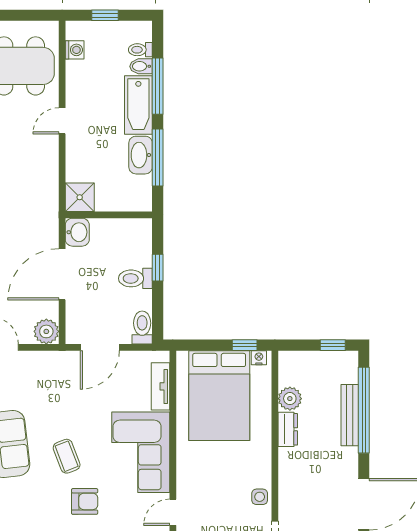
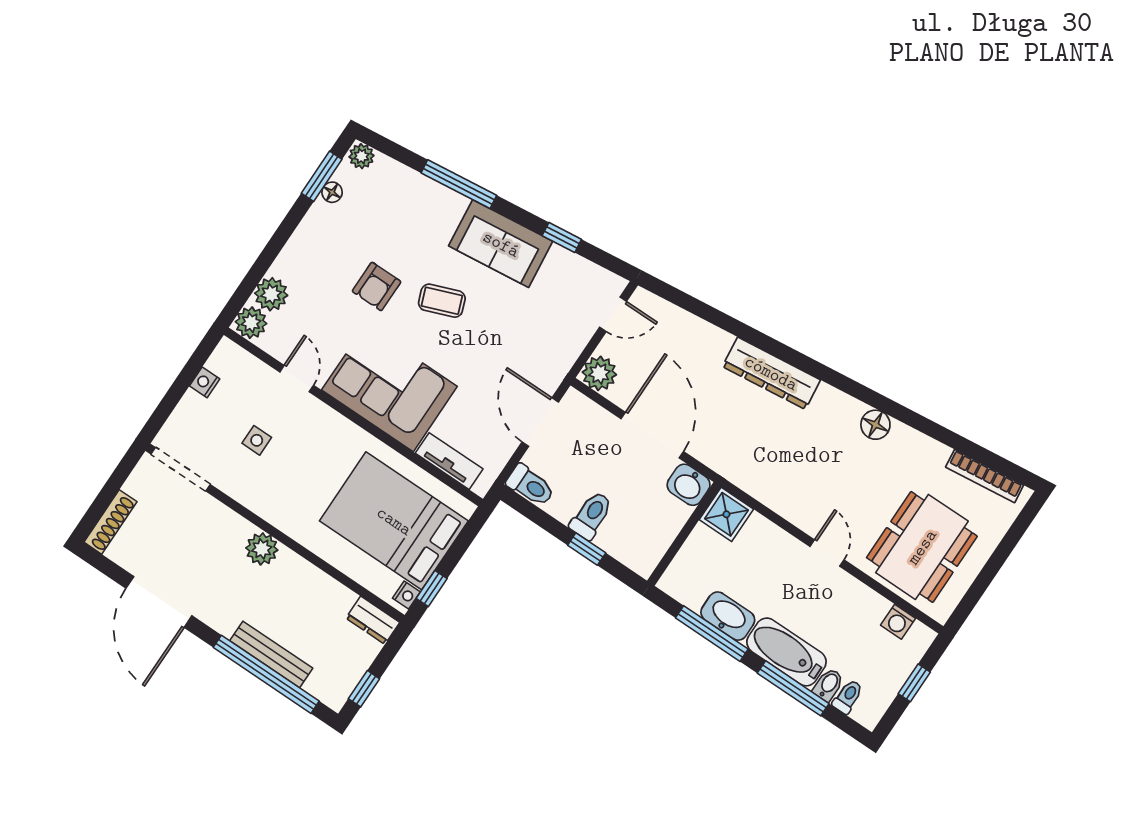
plant: (290, 399) -> (262, 549), moved
dresser: (288, 429) -> (373, 620), moved
side table: (260, 497) -> (257, 440), moved

